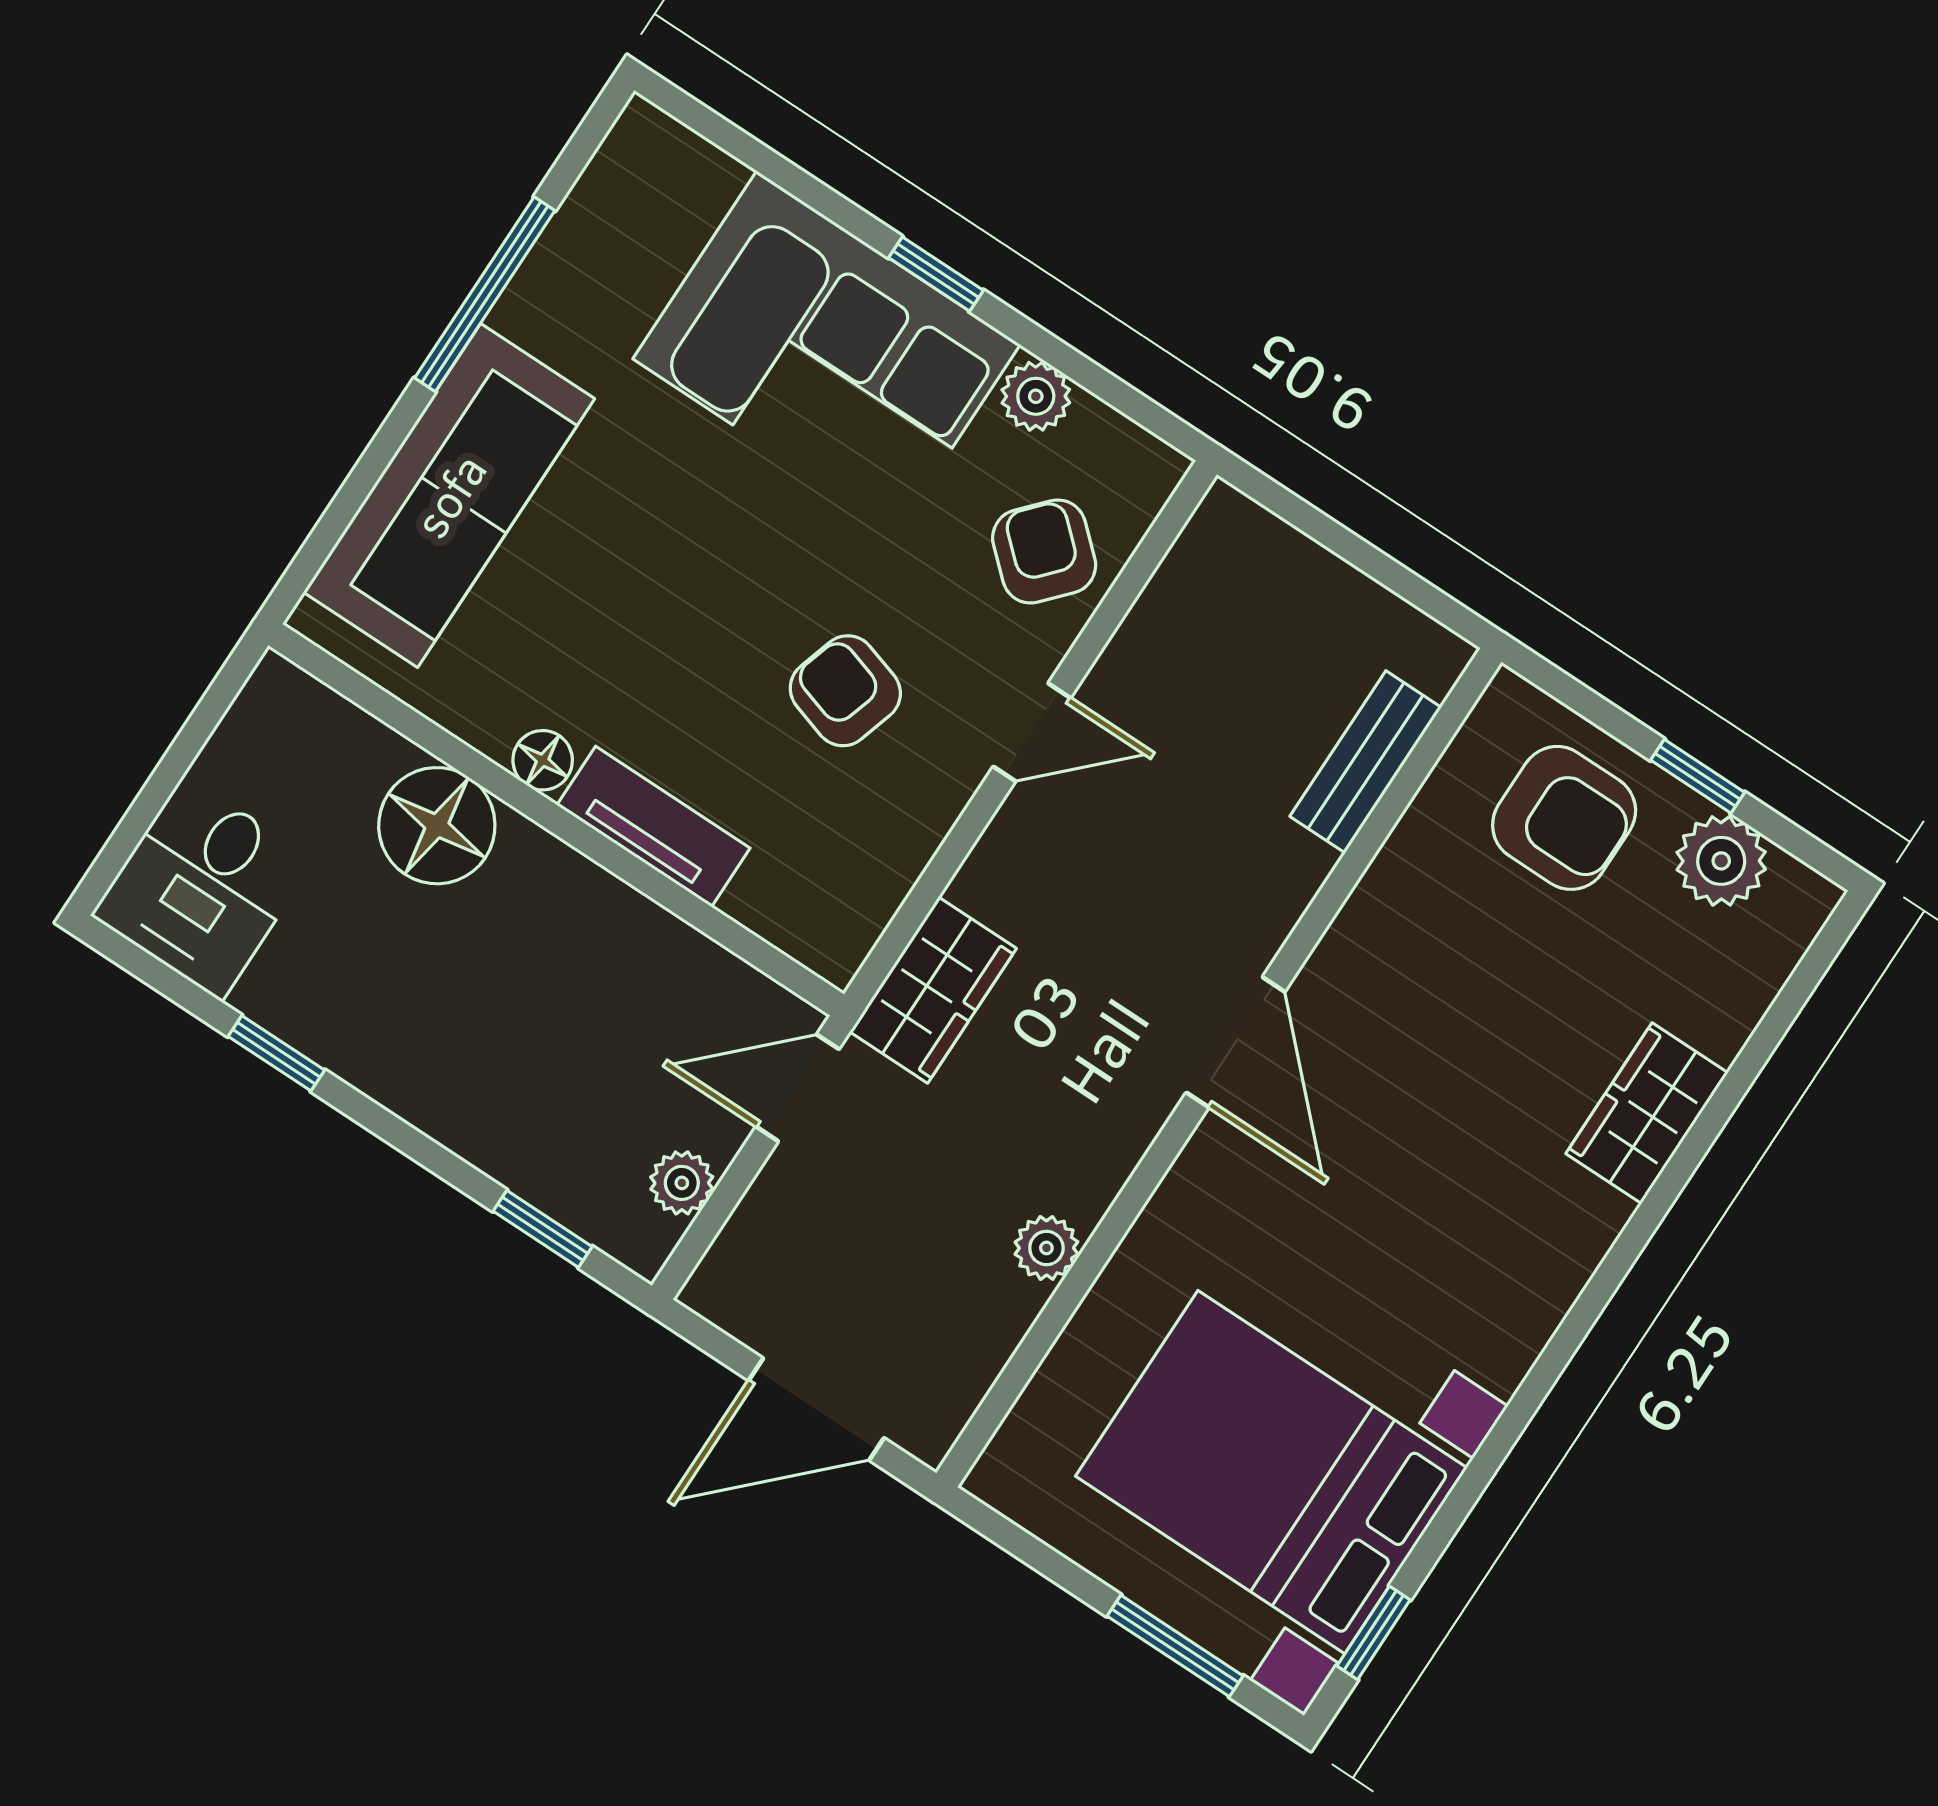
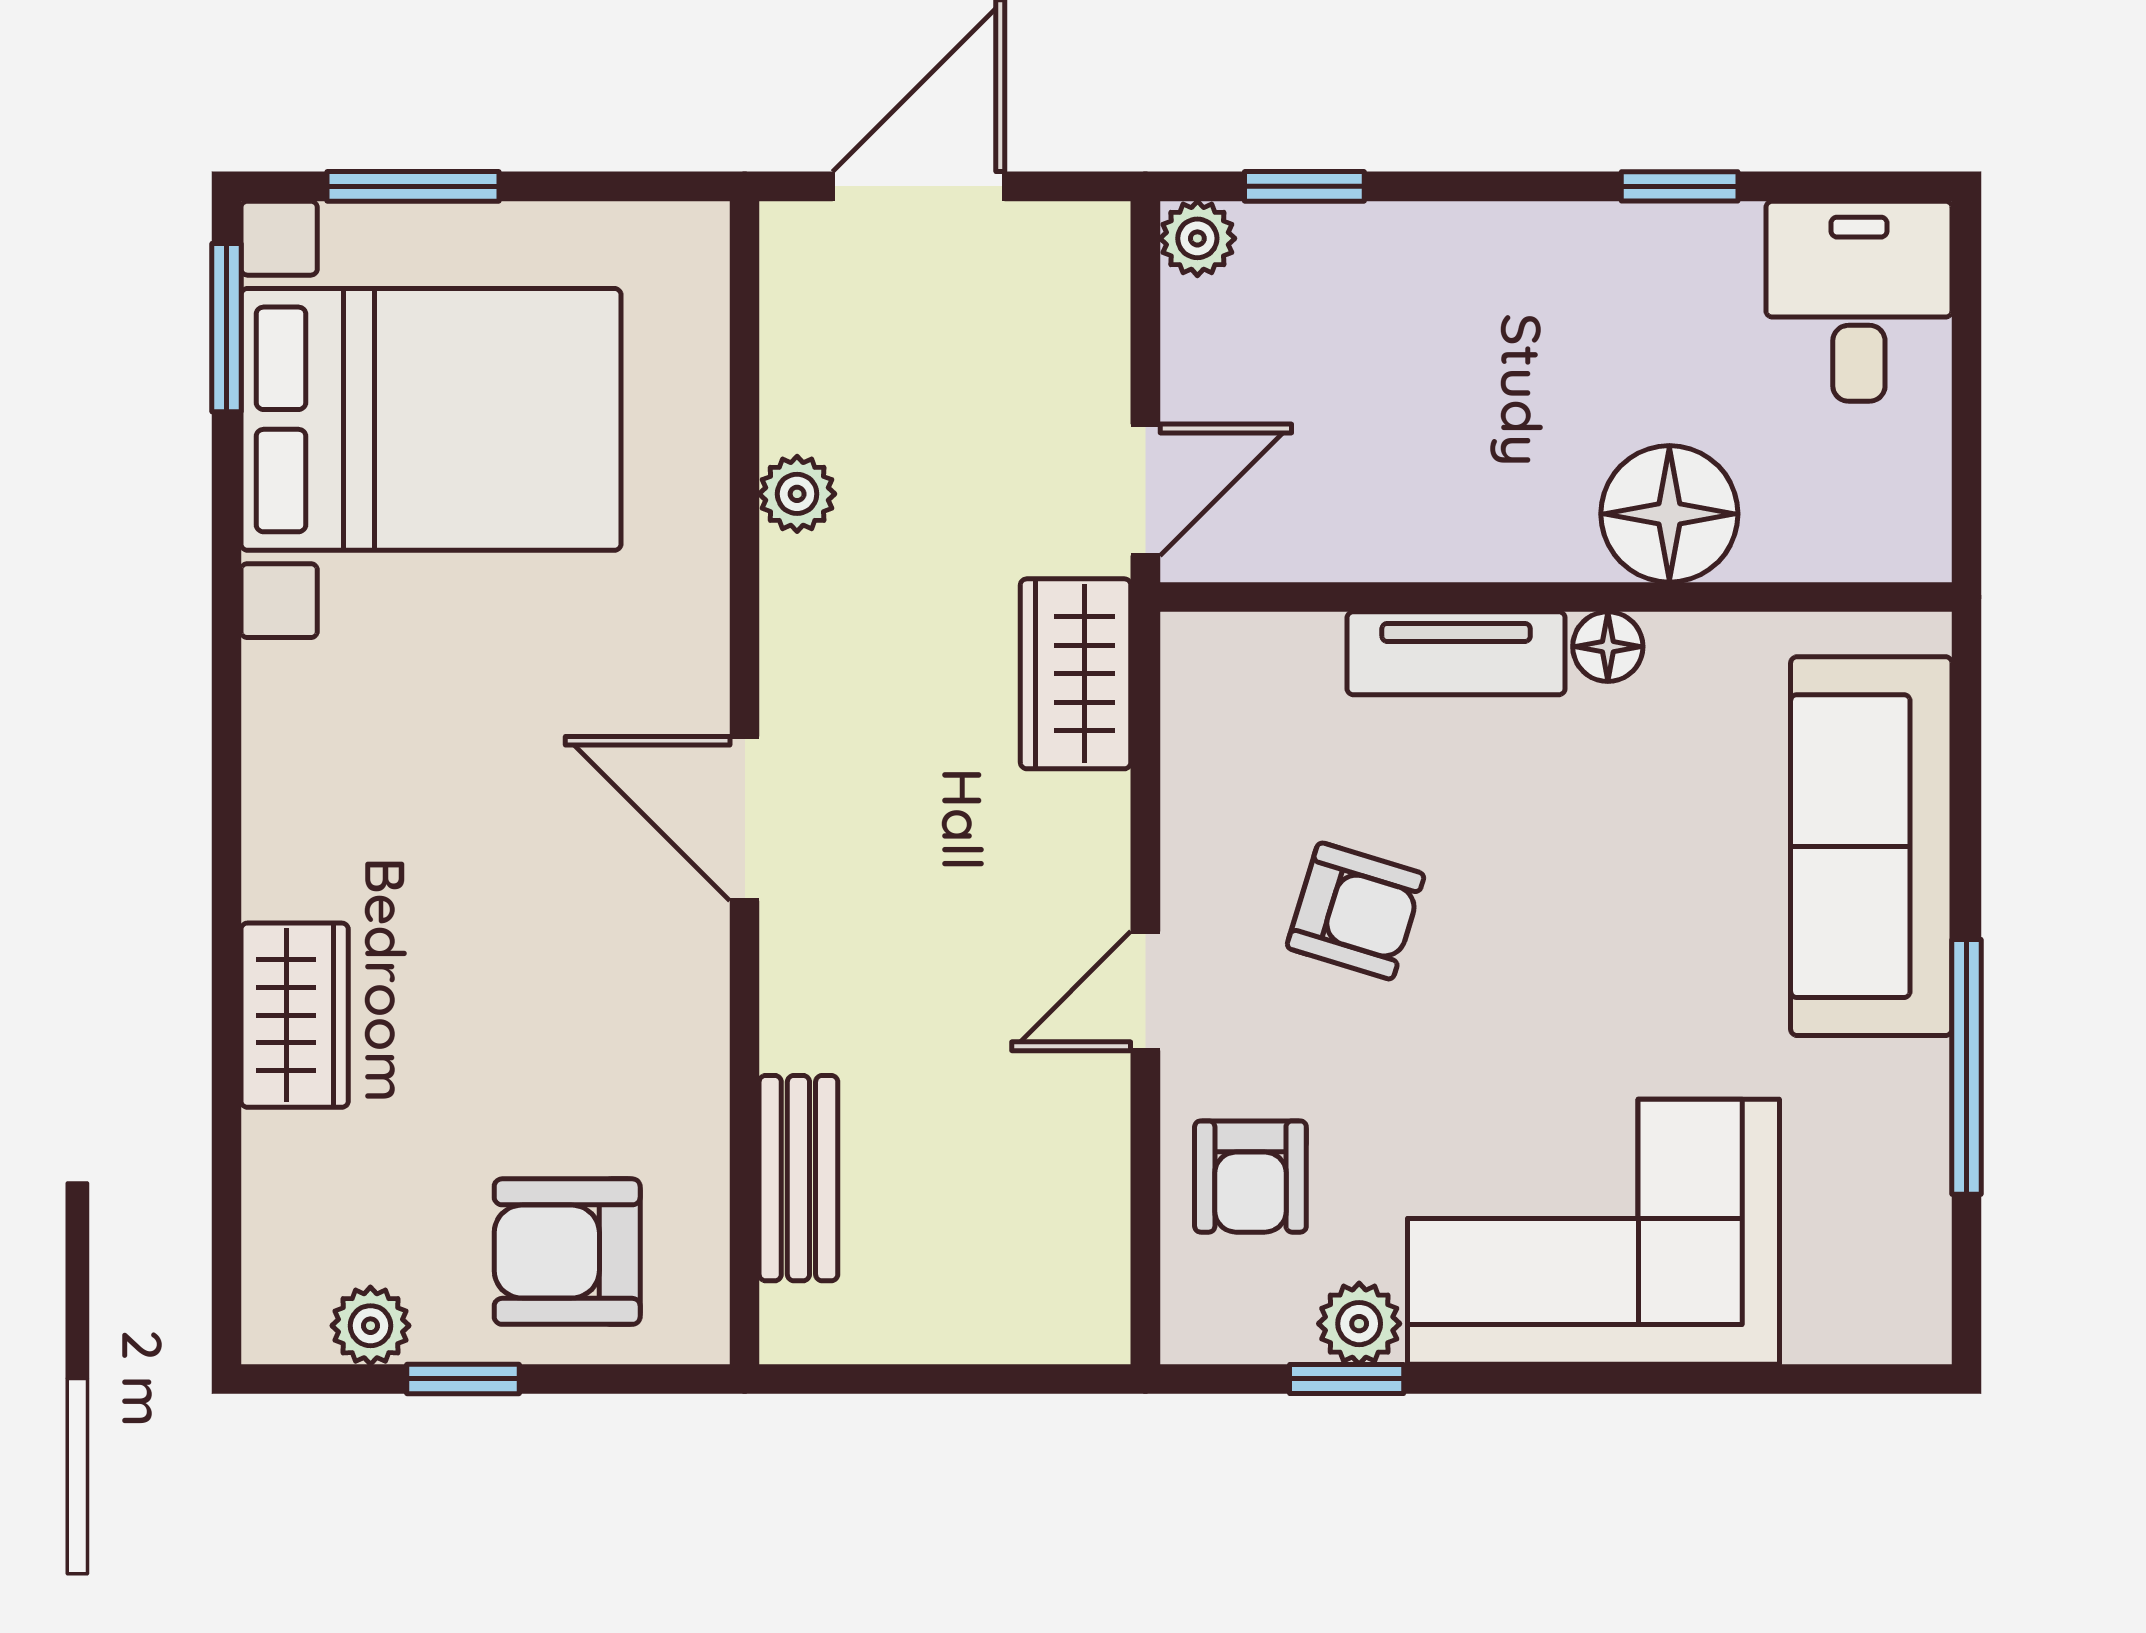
window: (936, 274) -> (1347, 1379), moved
armchair: (1044, 551) -> (1250, 1177), turned 48
plant: (1721, 861) -> (370, 1326), width x0.73, depth x0.73
plant: (682, 1183) -> (1197, 238), moved
window: (1374, 1633) -> (226, 328), width x1.50

